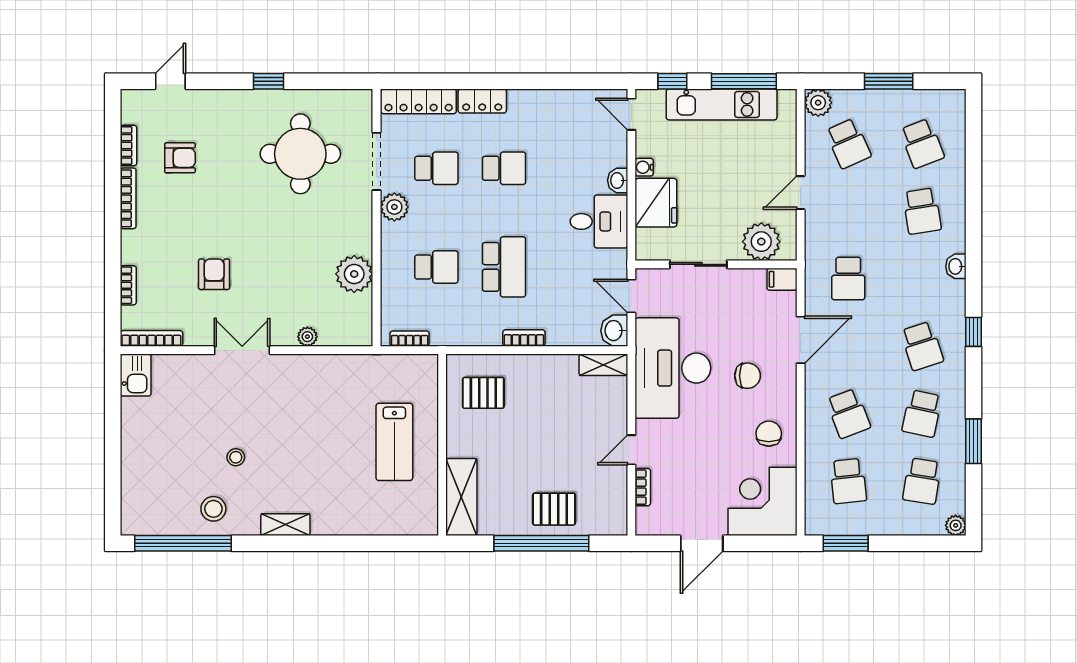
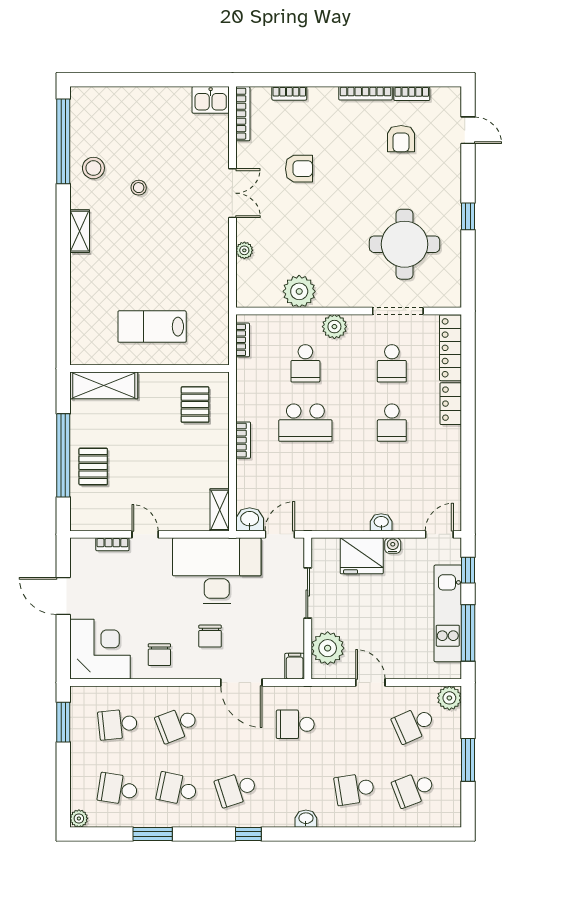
plant: (394, 207) -> (334, 327), moved
desk: (599, 221) -> (345, 506), removed
chair: (769, 434) -> (159, 655), turned 90

